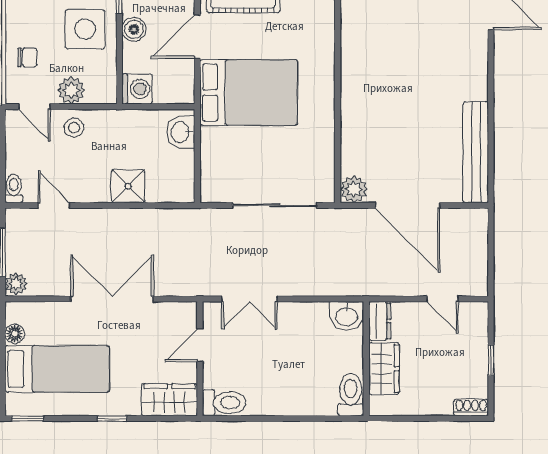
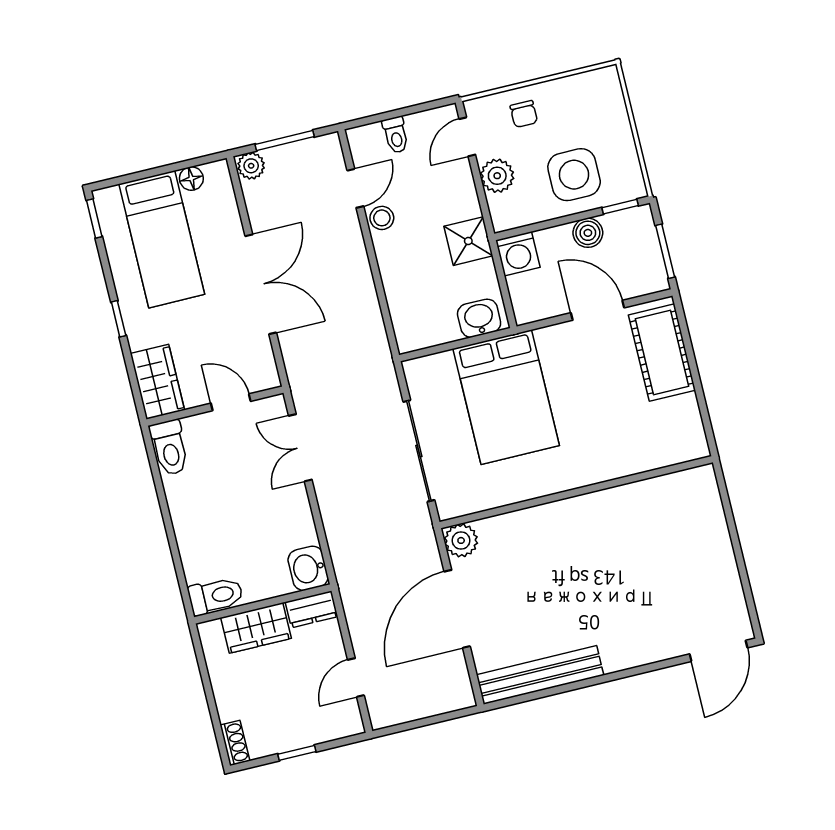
bed: (249, 93) -> (506, 397), moved
stool: (74, 128) -> (382, 218), moved
shower: (128, 186) -> (468, 241), moved
toilet: (14, 188) -> (396, 135), moved, turned 90

